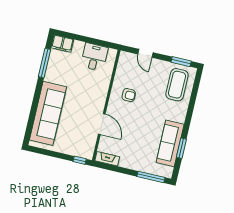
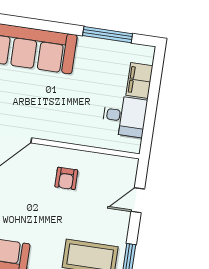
filing cabinet: (62, 44) -> (139, 81), moved

